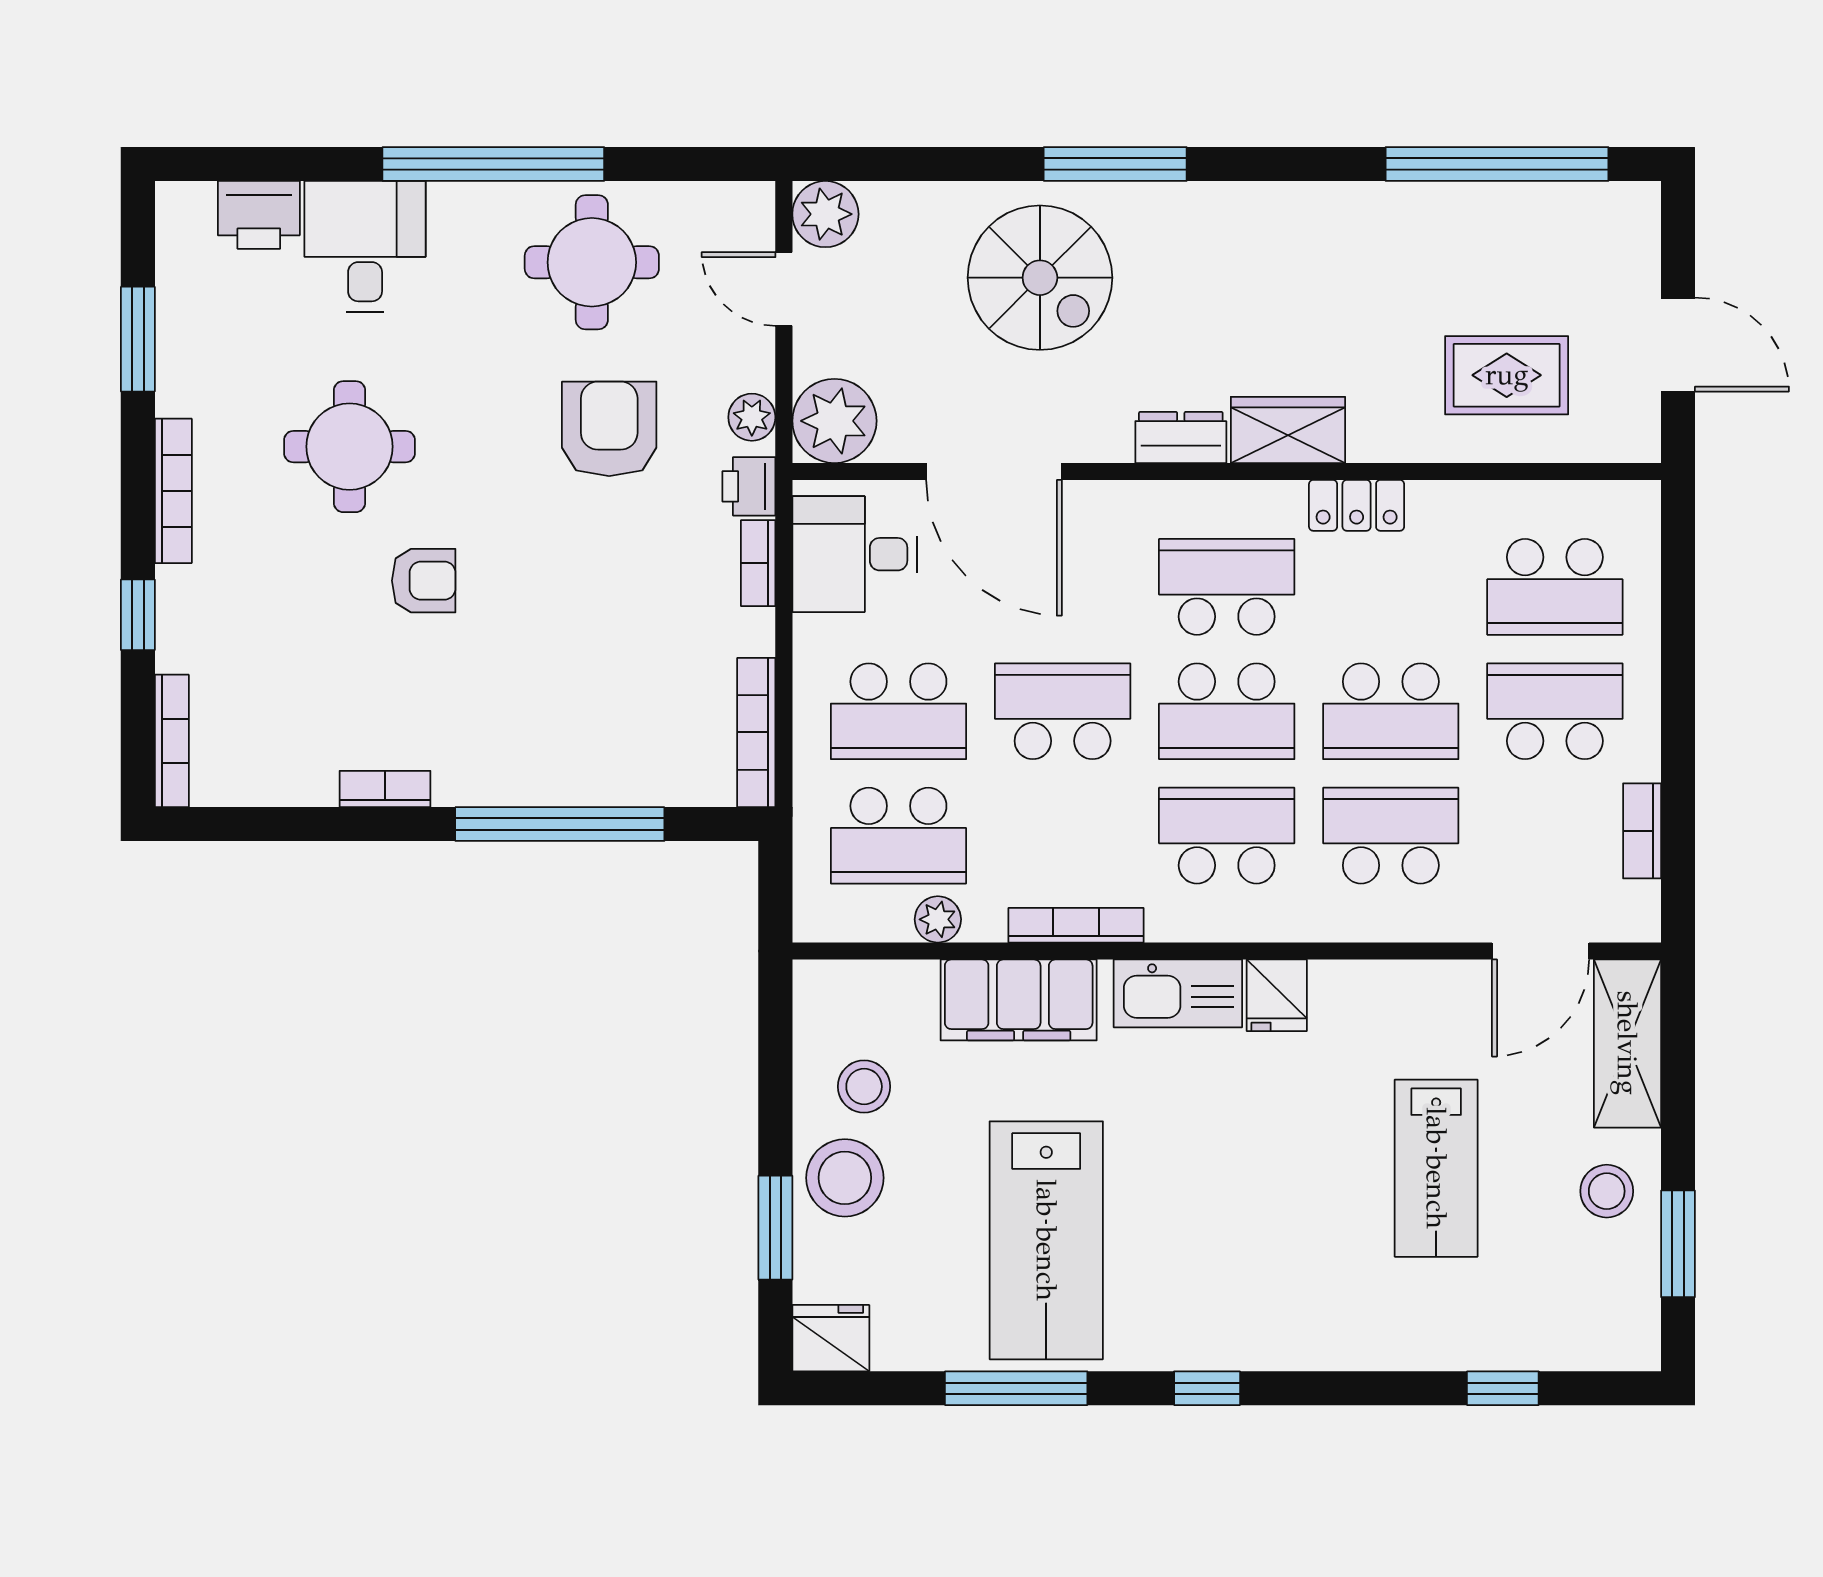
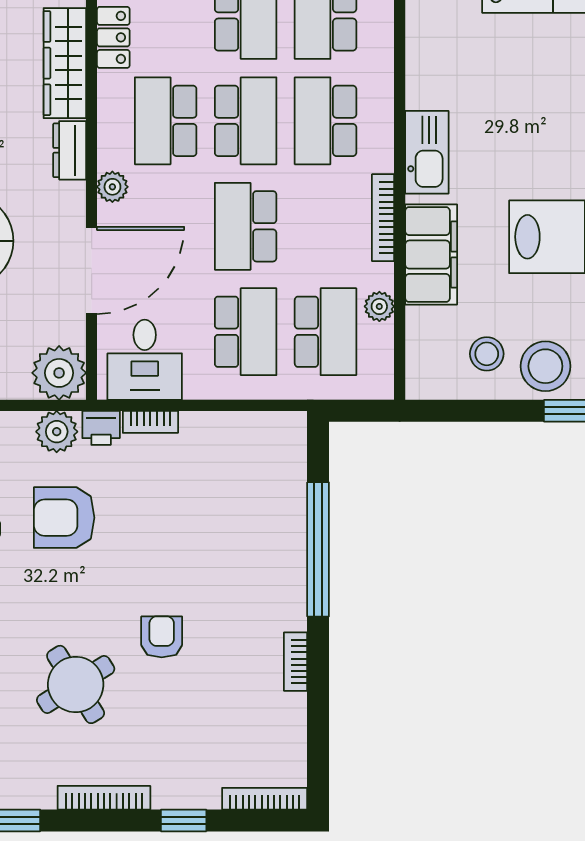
plant: (752, 417) -> (57, 432), width x1.38, depth x1.38
wardrobe: (1288, 430) -> (65, 63), width x1.50
round table: (350, 447) -> (76, 684), turned -32
plant: (1124, 504) -> (112, 187), added
bookcase: (756, 732) -> (259, 423), removed
fridge: (1277, 995) -> (428, 89), removed

